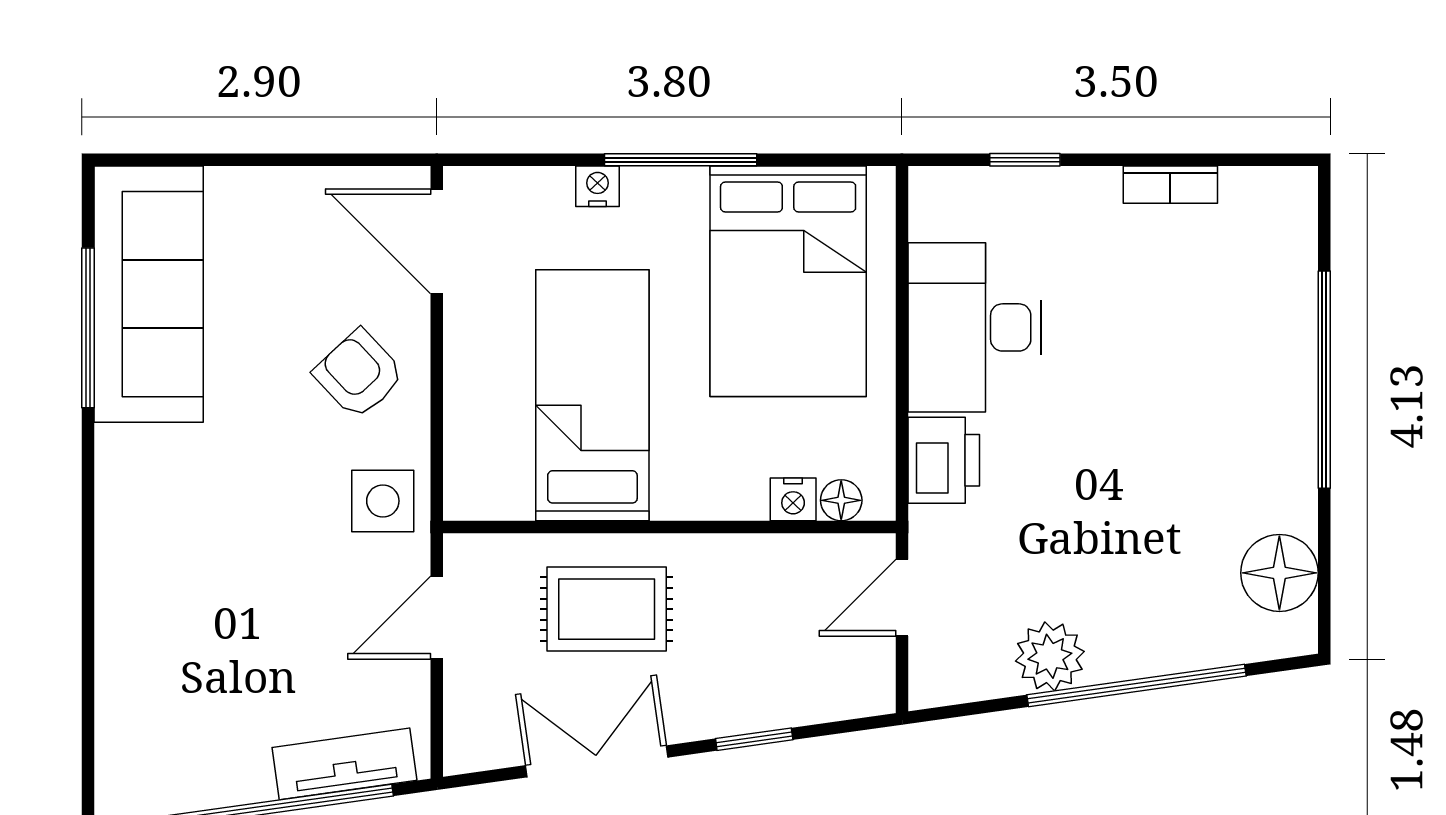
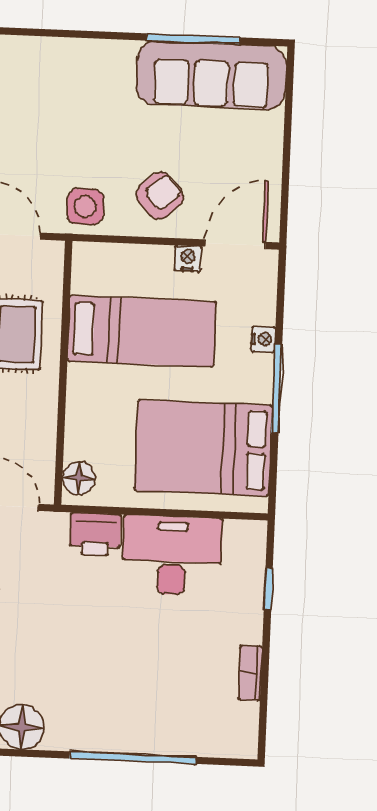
nightstand: (793, 499) -> (188, 258), moved, turned 90
floor lamp: (841, 500) -> (79, 478), width x1.37, depth x1.37

